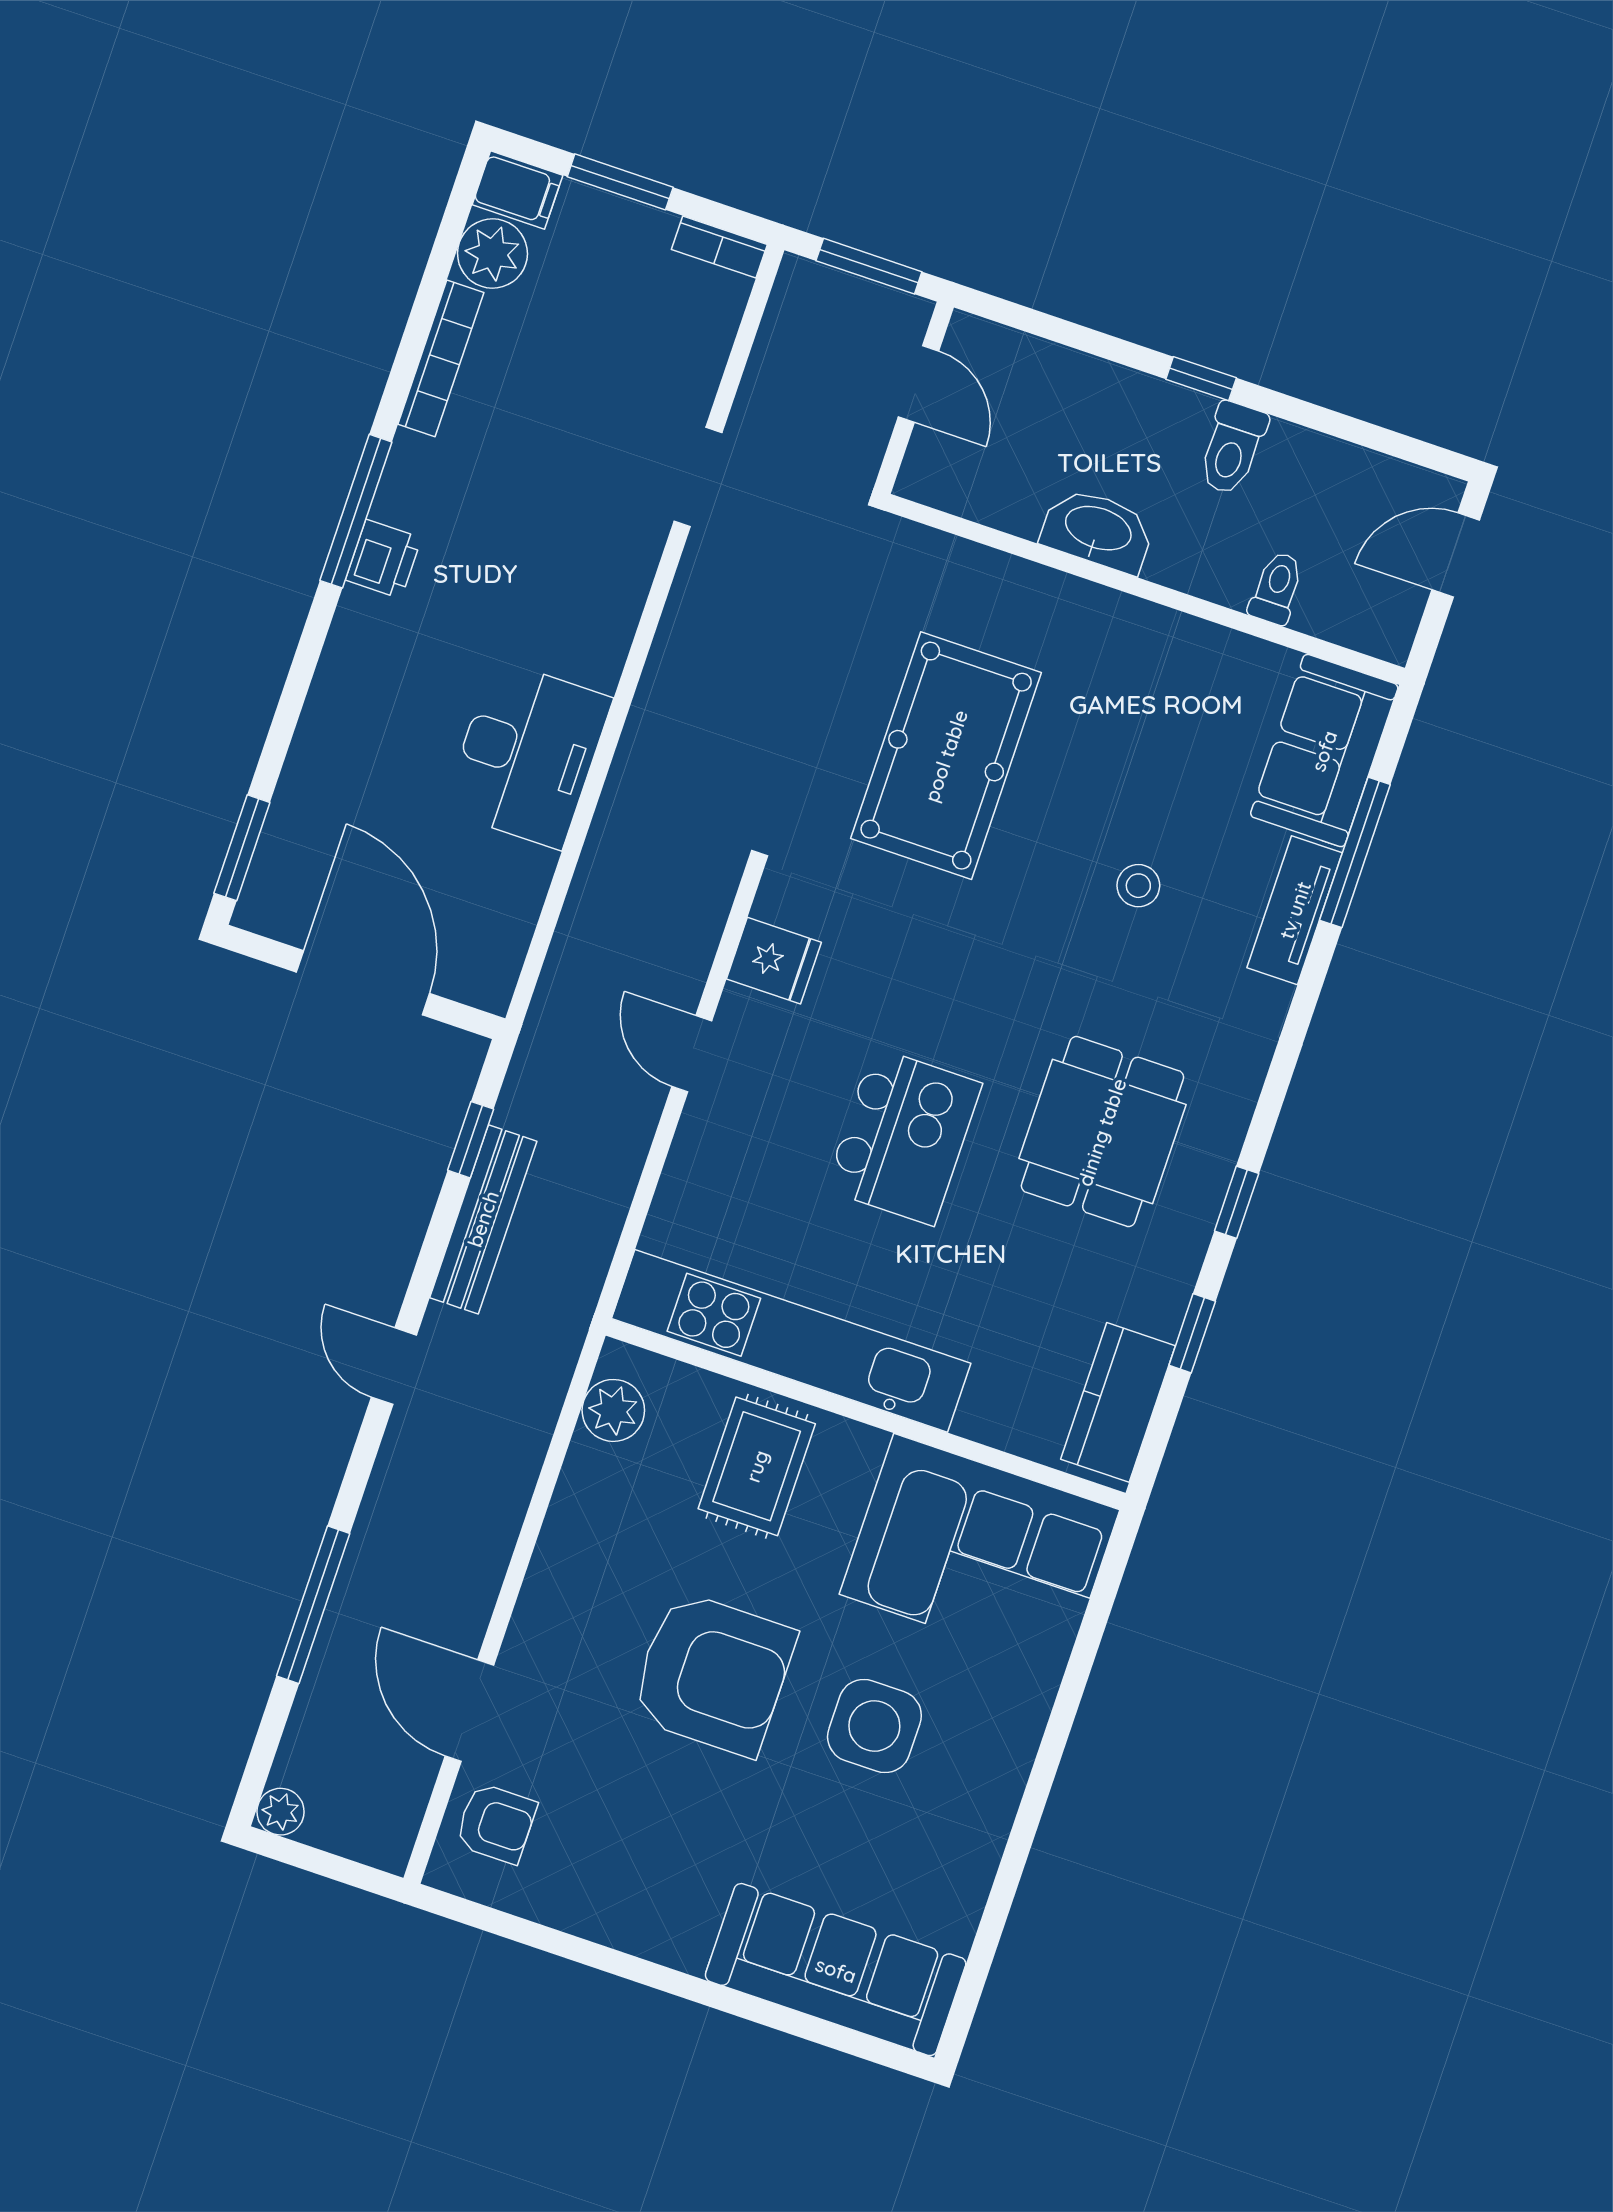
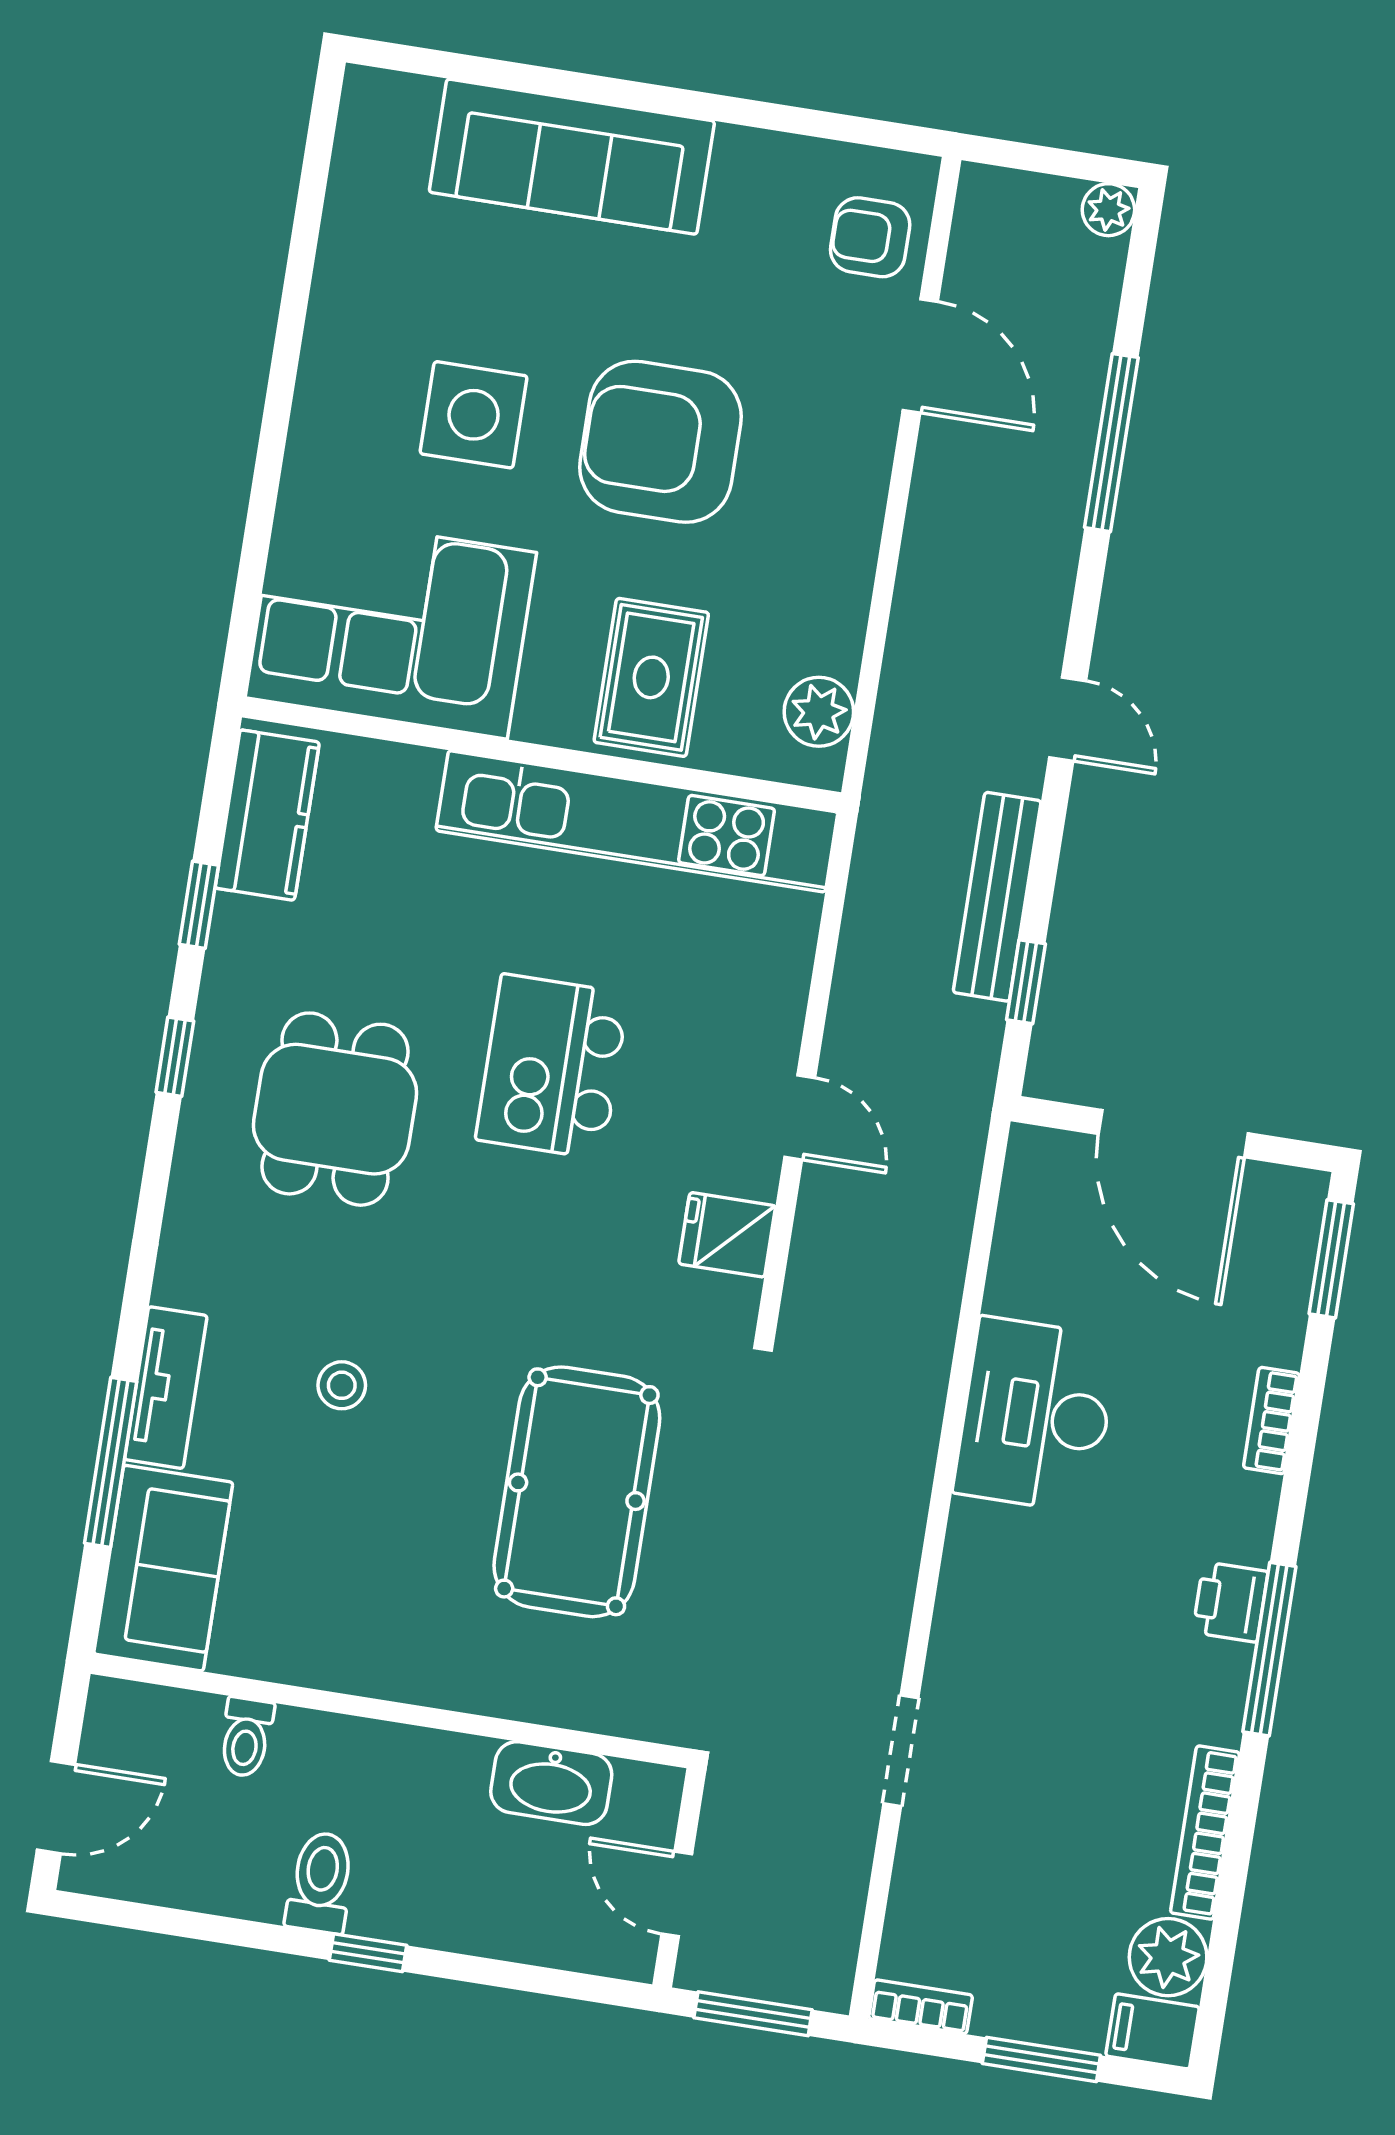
washbasin: (1098, 530) -> (551, 1783), moved
bookcase: (319, 713) -> (1271, 1421), added
sofa: (836, 1970) -> (572, 157), moved

